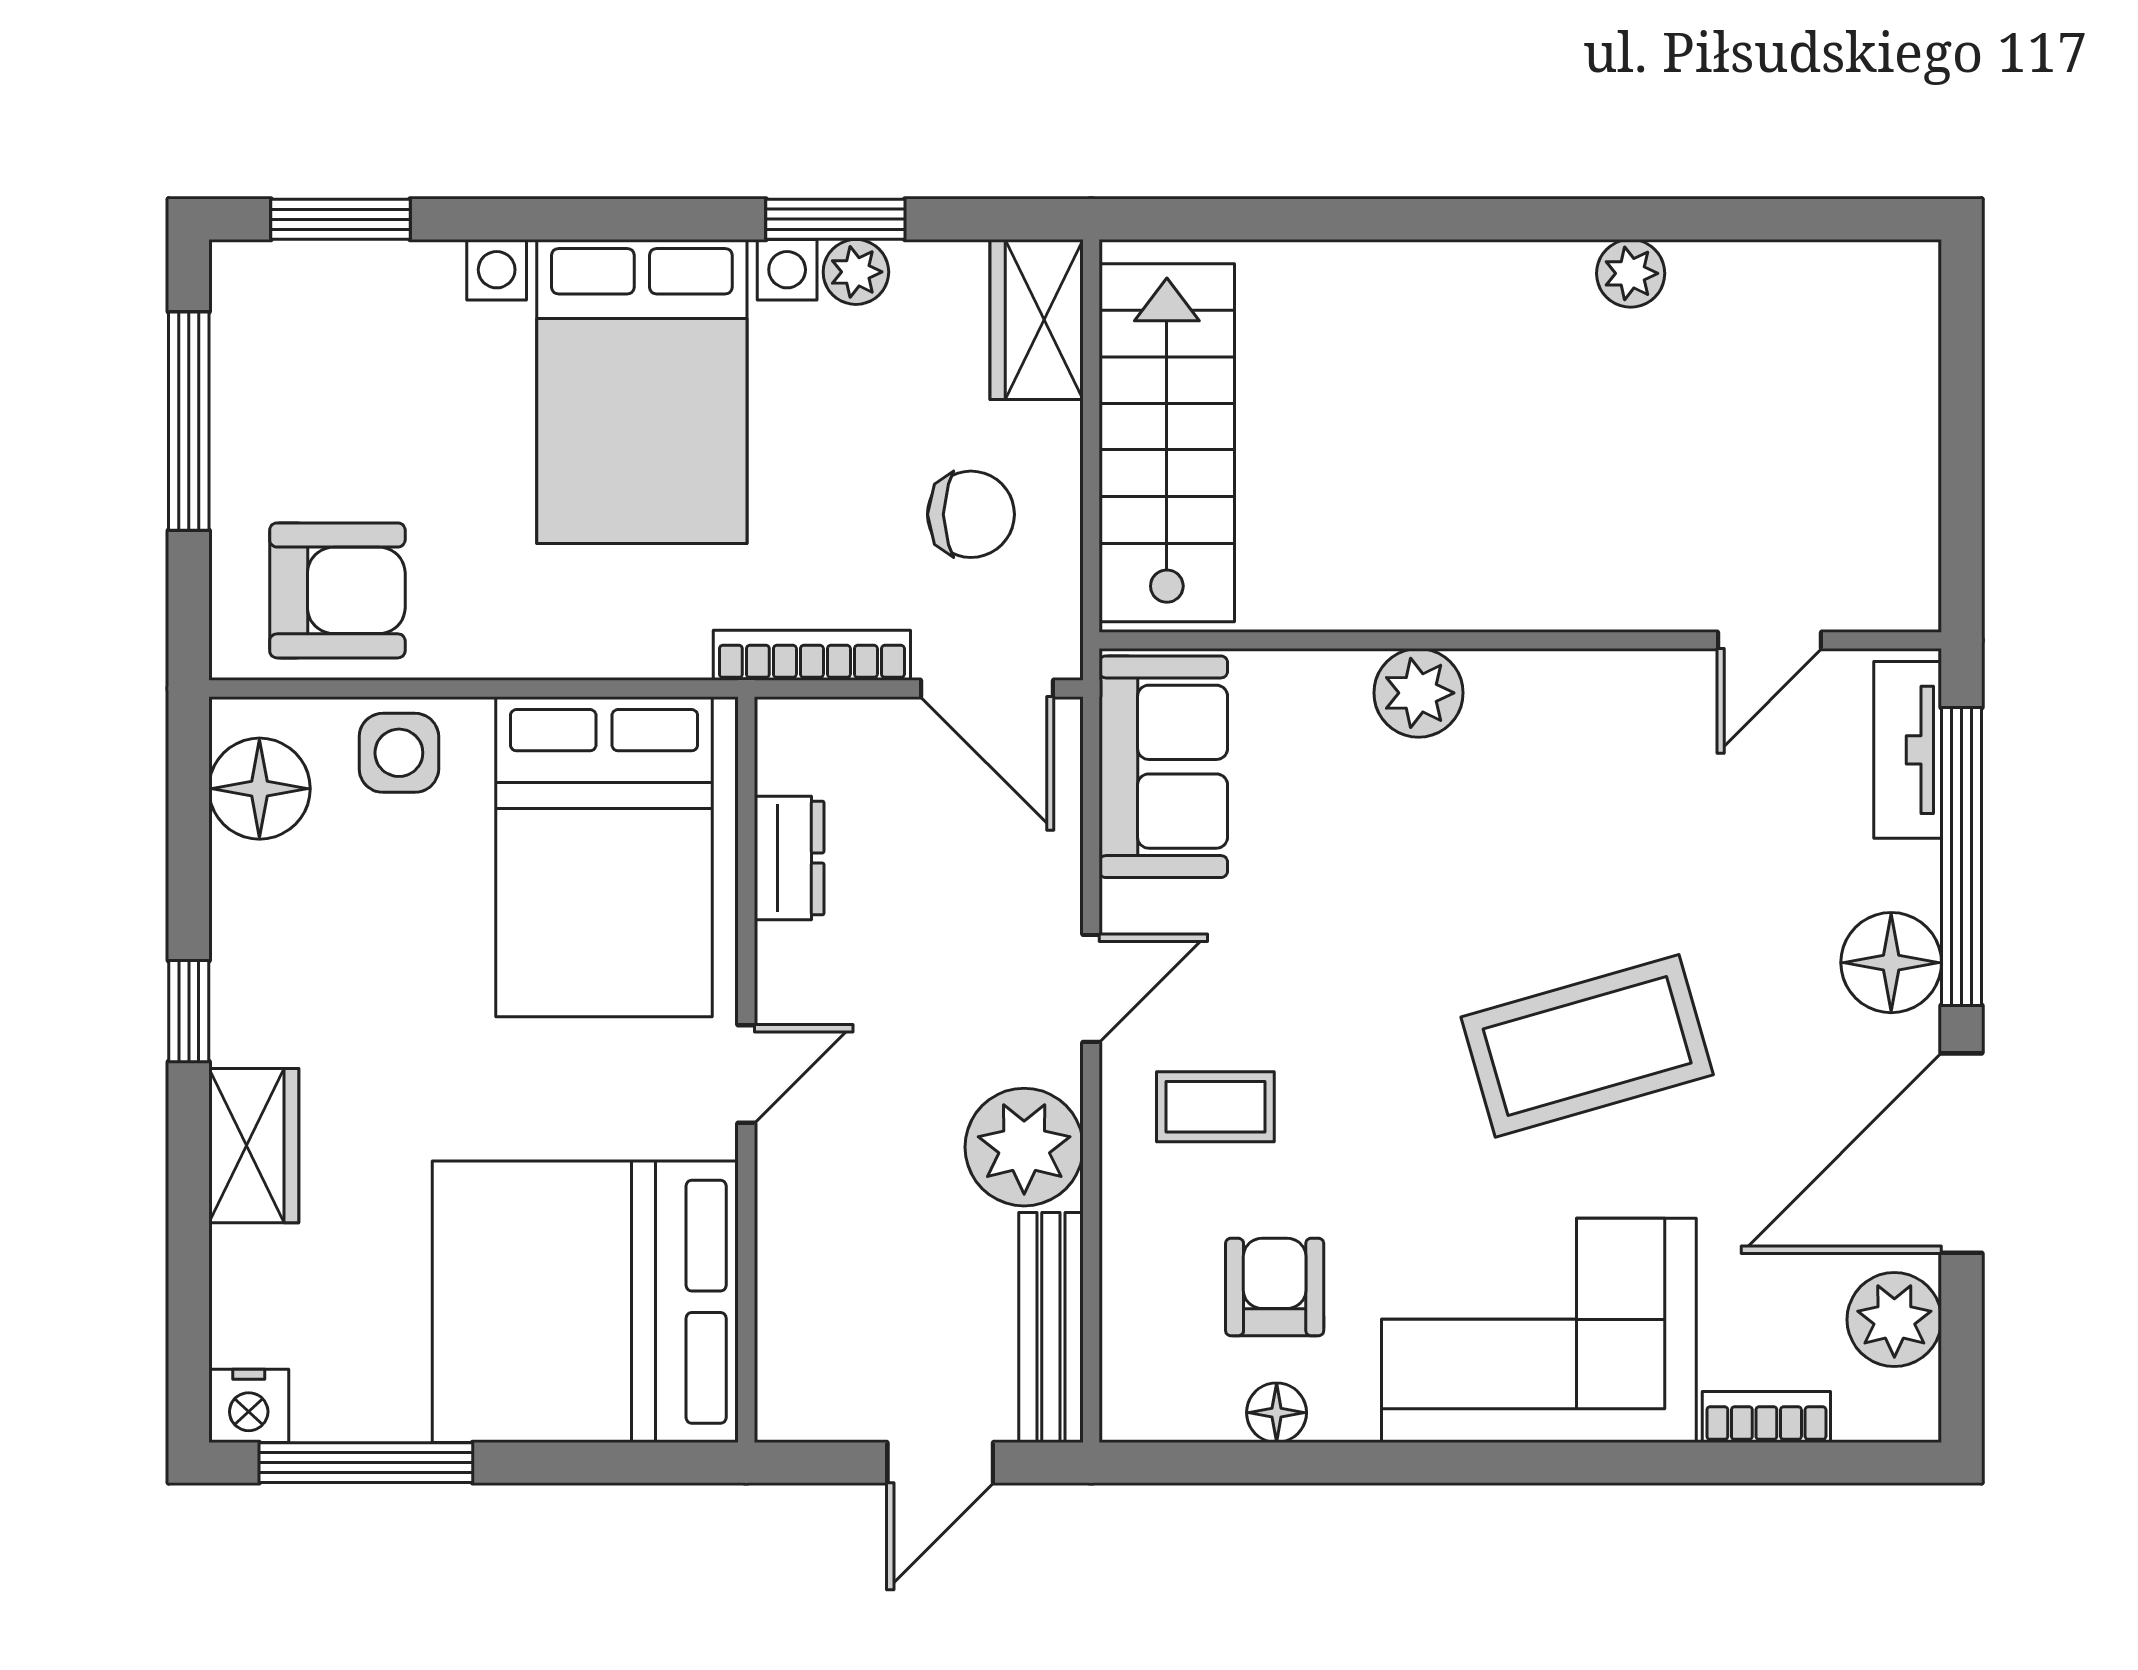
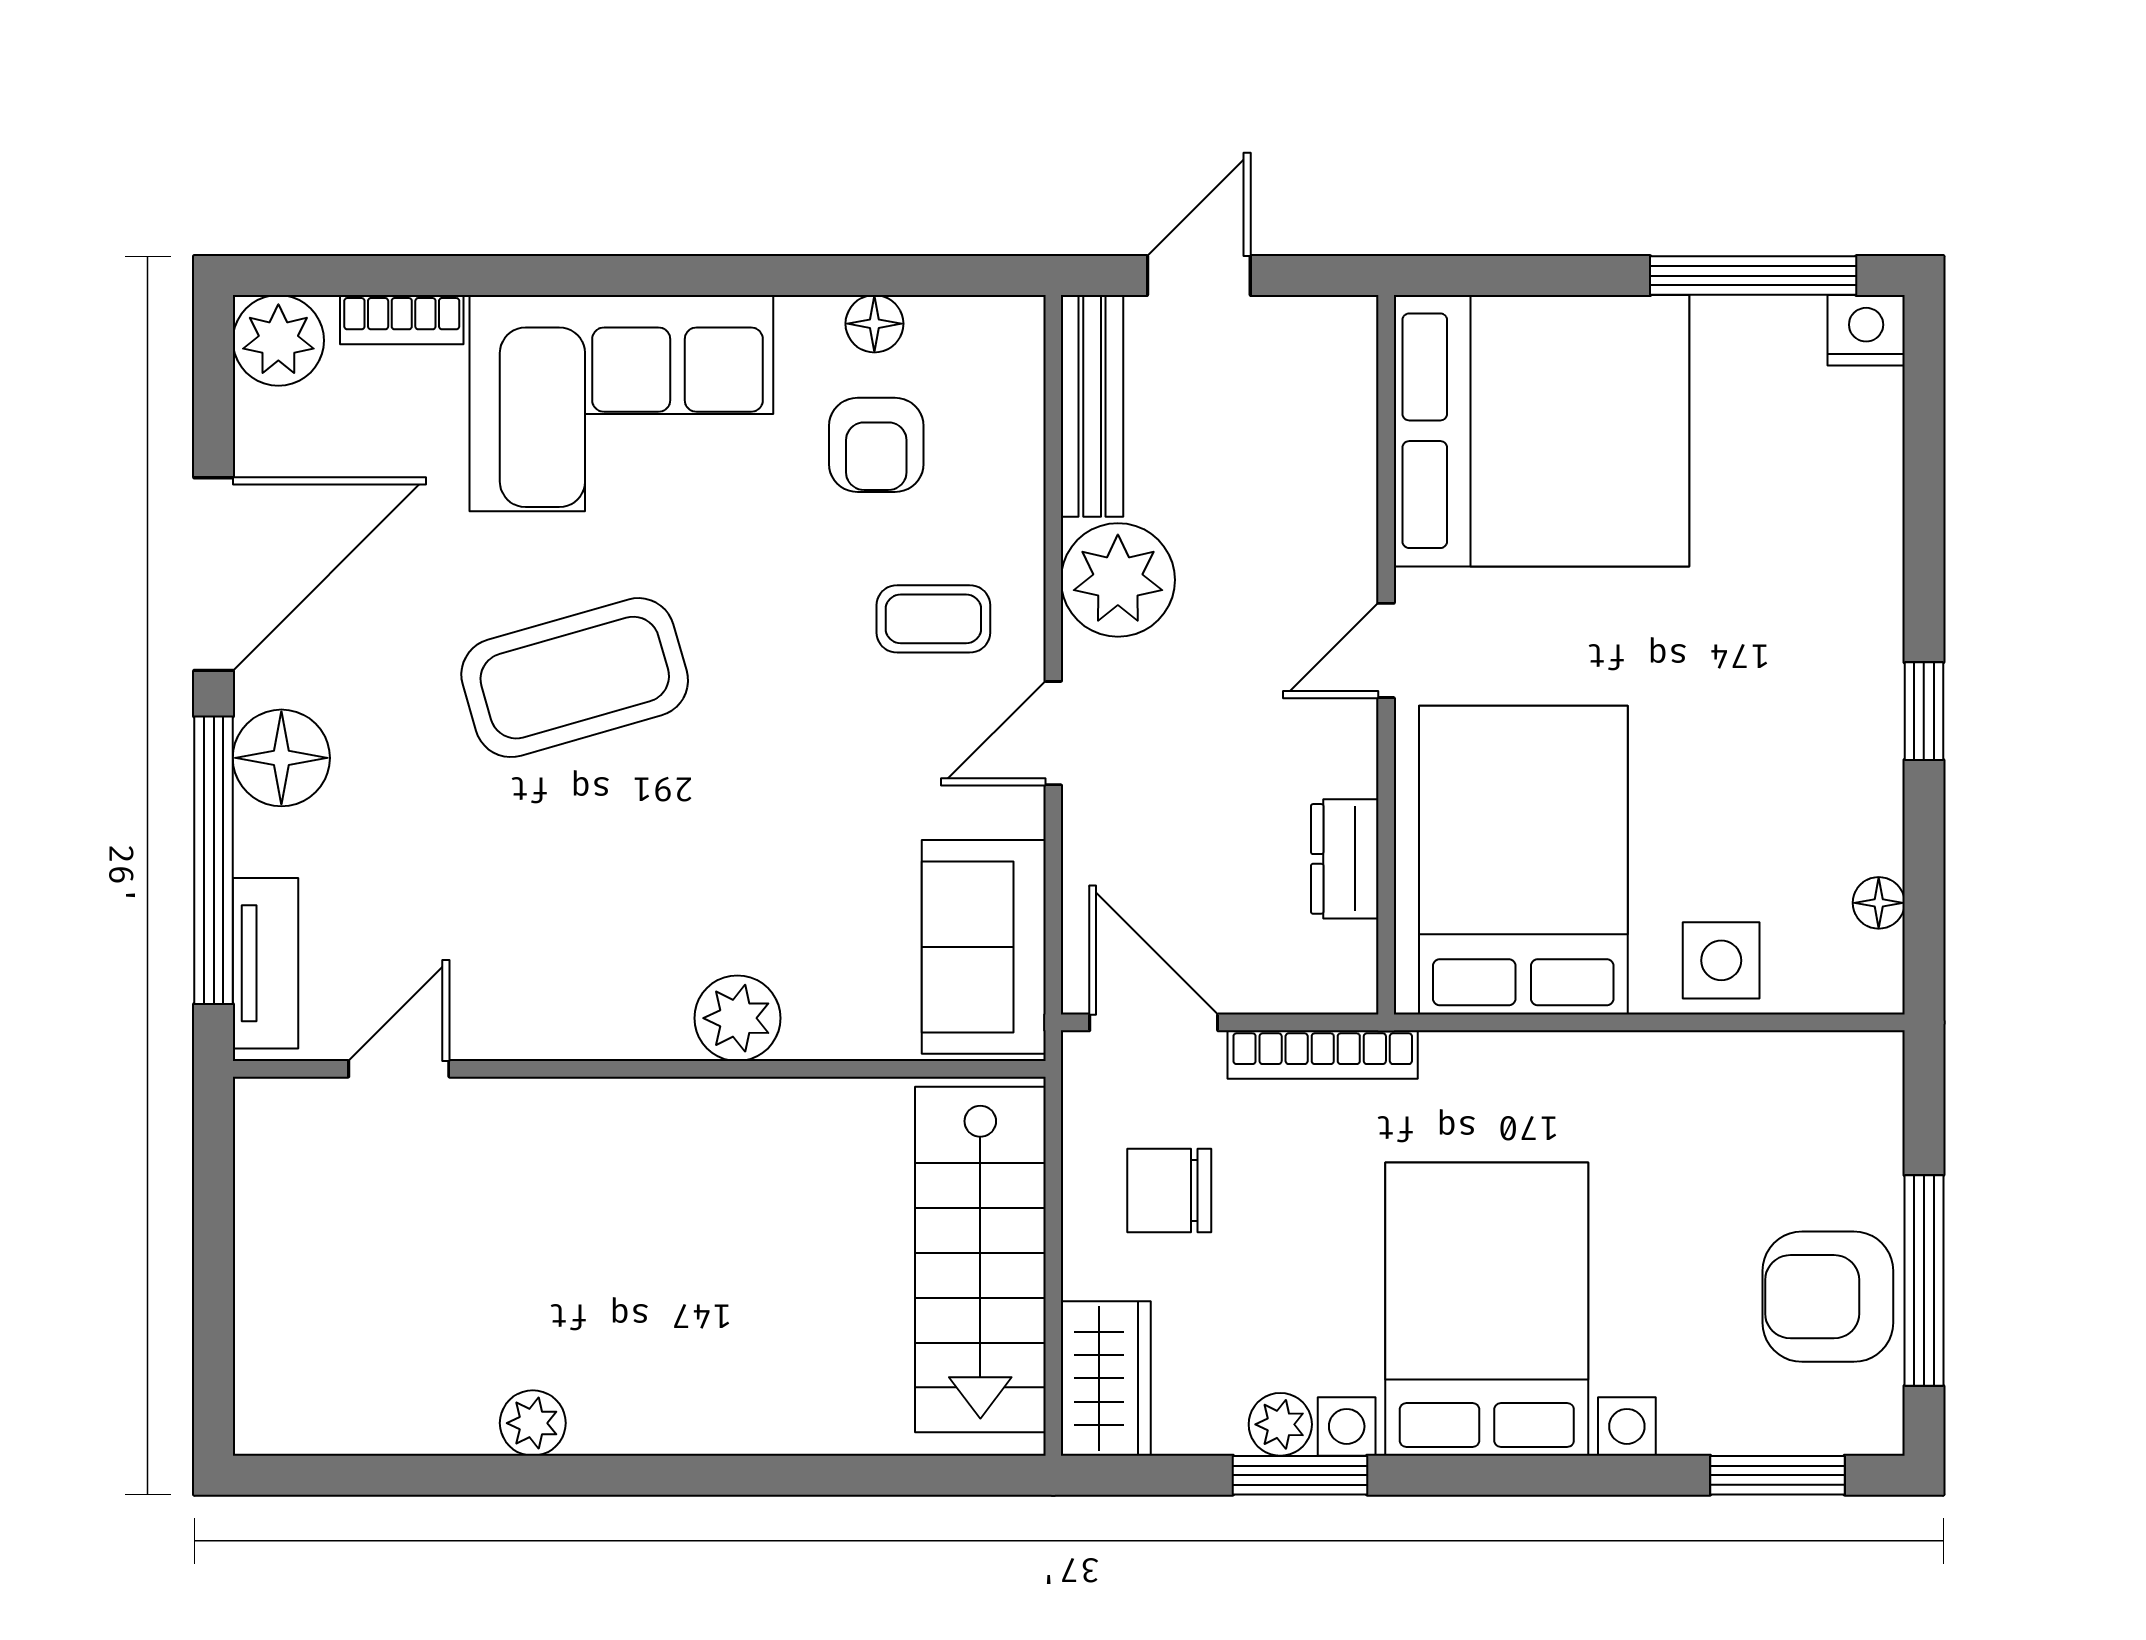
armchair: (337, 590) -> (1828, 1297), moved
floor lamp: (259, 789) -> (1879, 903), width x0.53, depth x0.53
wardrobe: (254, 1146) -> (1861, 581), removed
plant: (1894, 1320) -> (278, 340), moved

